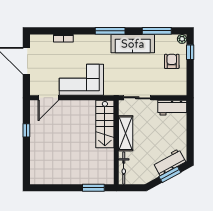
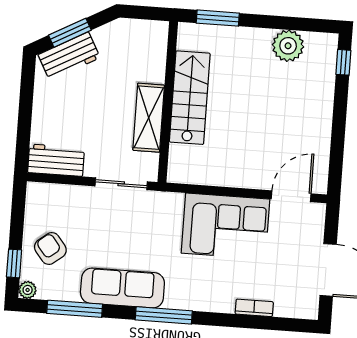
armchair: (172, 61) -> (50, 249), turned 142
stairs: (105, 124) -> (190, 98), moved
window: (26, 130) -> (343, 62), moved
bicycle: (124, 168) -> (157, 52), removed
plant: (56, 176) -> (288, 46), added

